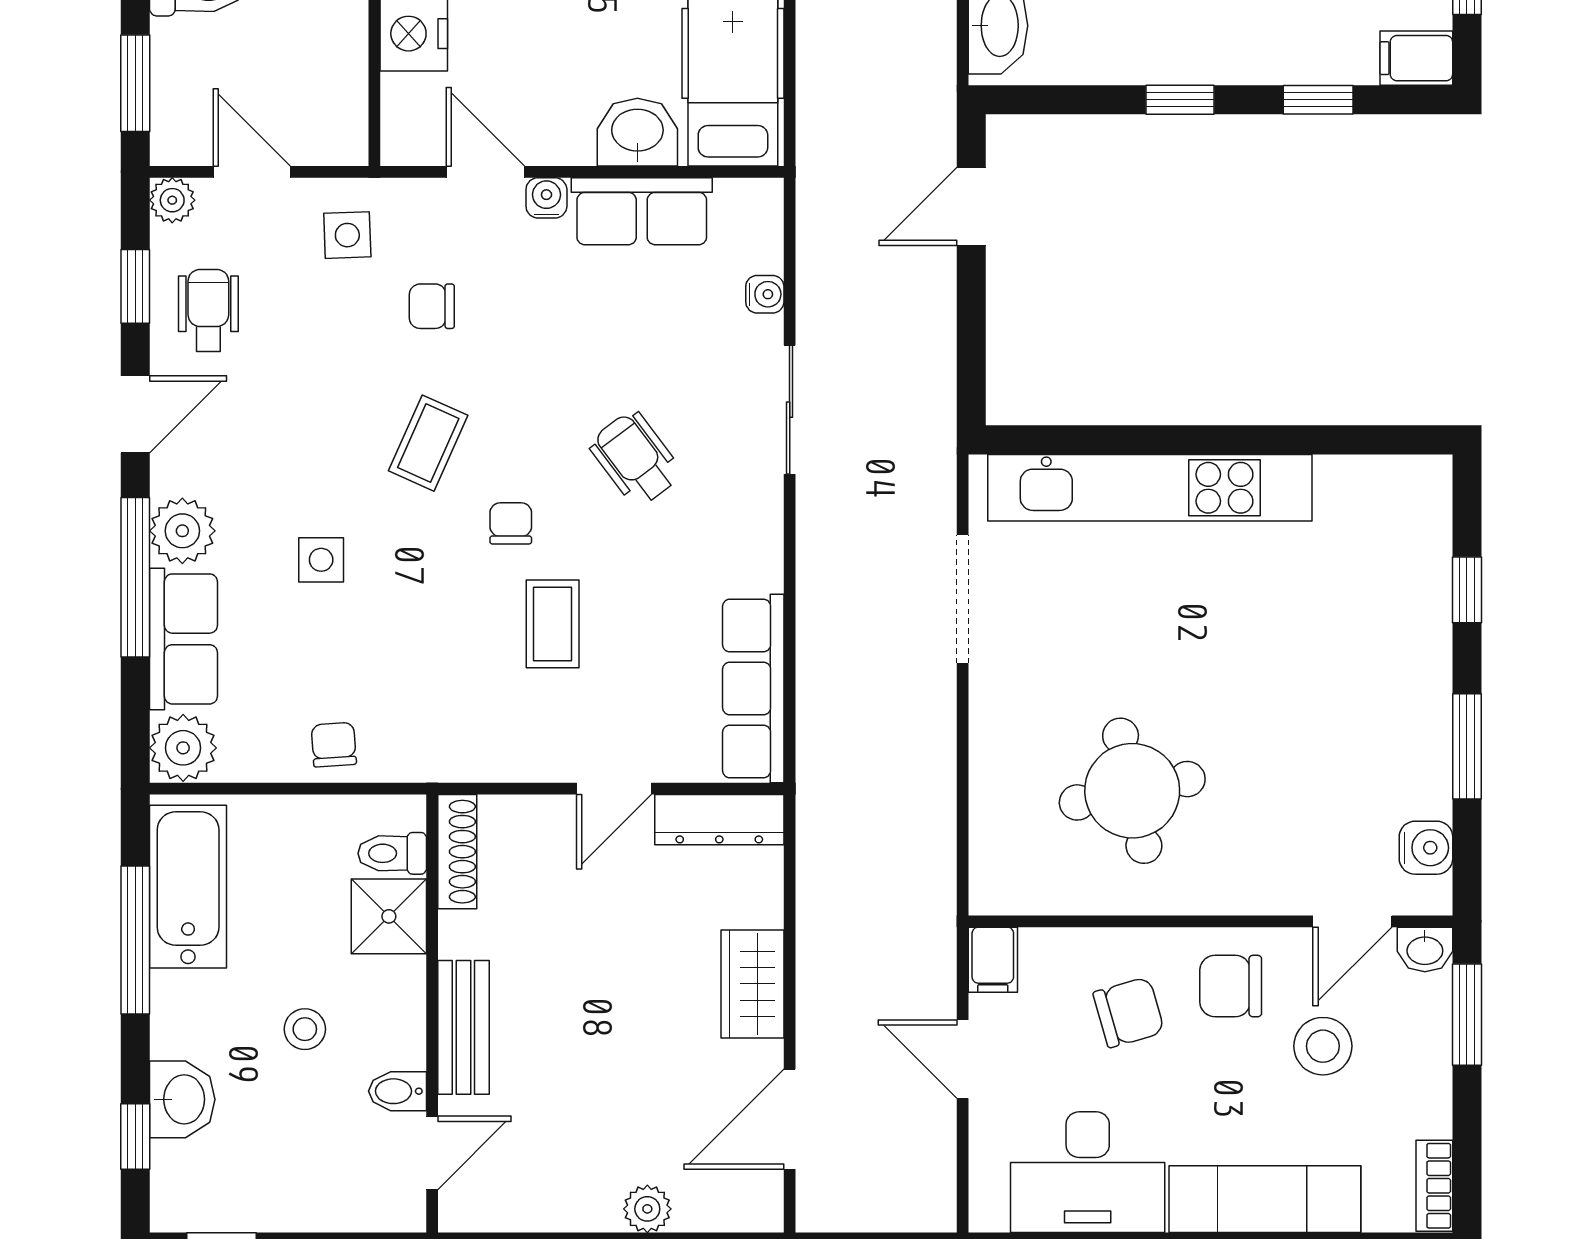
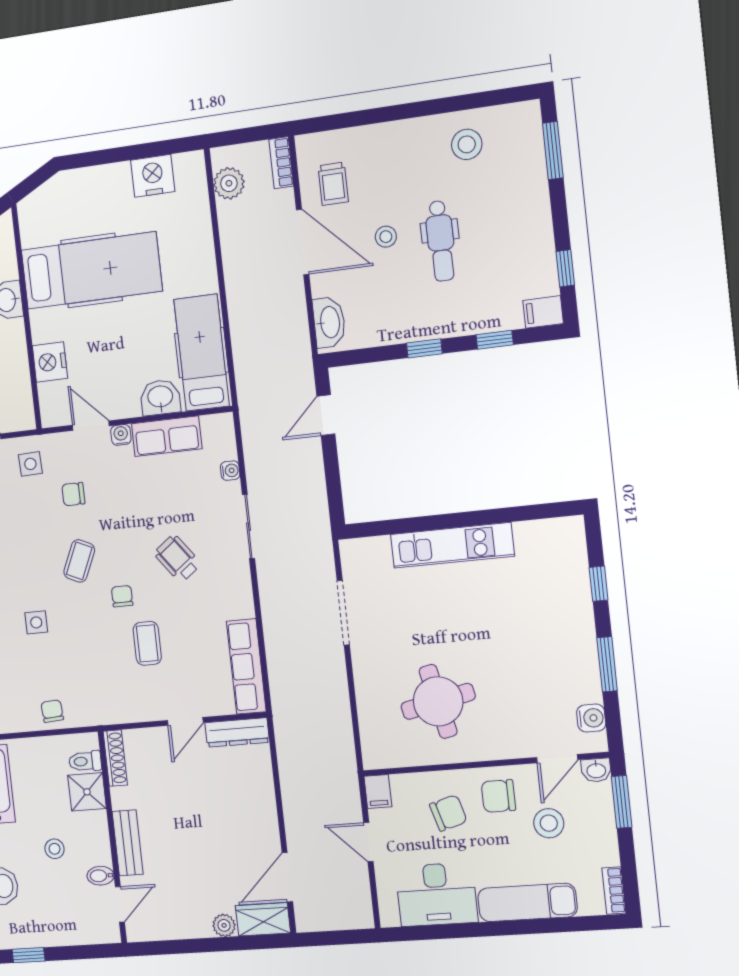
kitchen unit: (1150, 488) -> (452, 545), width x0.73
wardrobe: (752, 984) -> (263, 919), moved, turned 90

